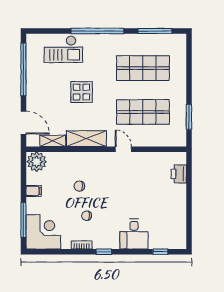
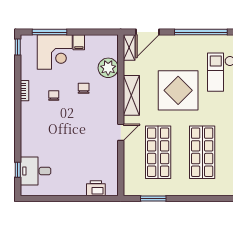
display table: (81, 92) -> (178, 90), width x1.86, depth x1.86
shelving: (53, 141) -> (129, 48), moved
plant: (37, 162) -> (108, 68), moved
corner desk: (43, 232) -> (55, 52), moved
desk: (134, 234) -> (36, 171), moved
window: (104, 252) -> (18, 47), moved

